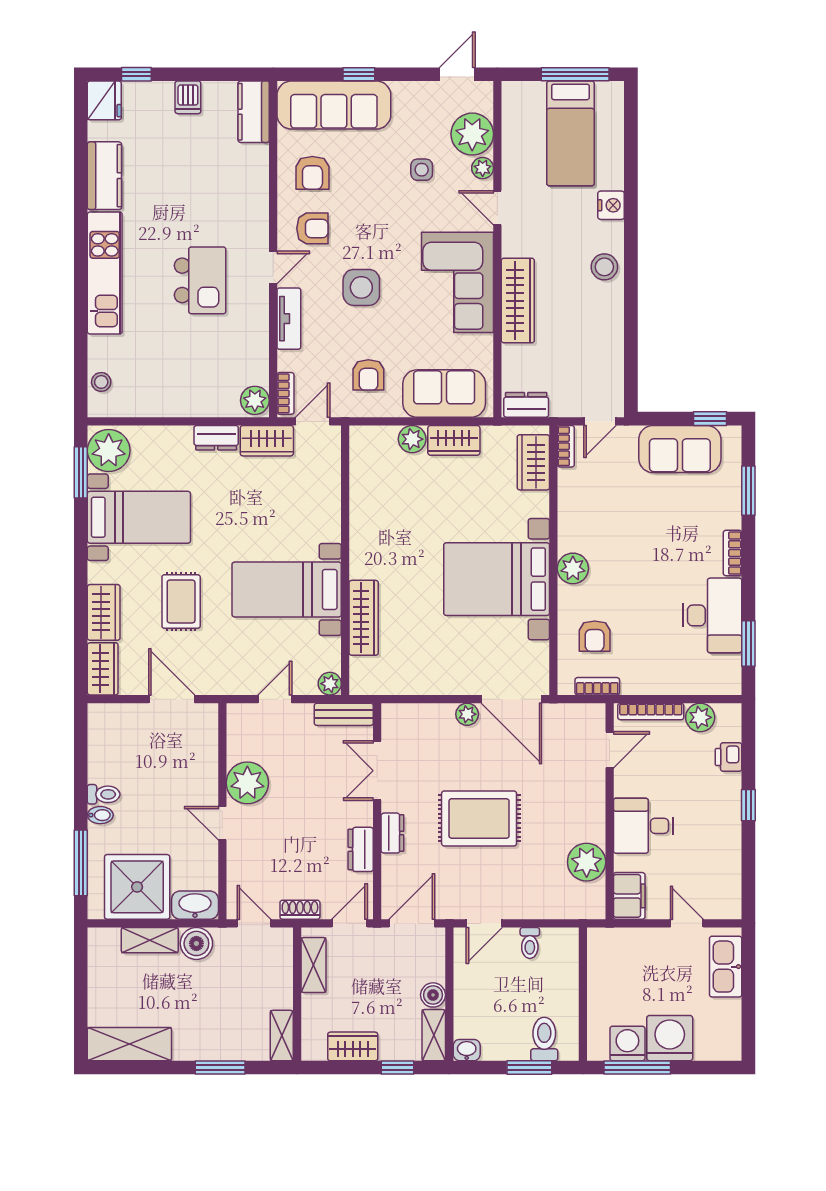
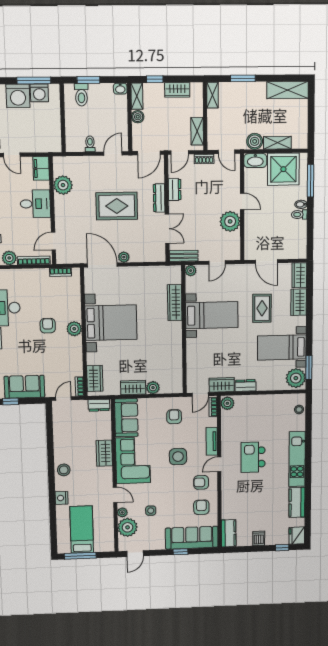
wardrobe: (518, 301) -> (104, 453), width x0.67
sofa: (444, 393) -> (126, 418), moved, turned -90
armchair: (595, 636) -> (48, 326), moved
dresser: (392, 833) -> (159, 198), width x1.44

